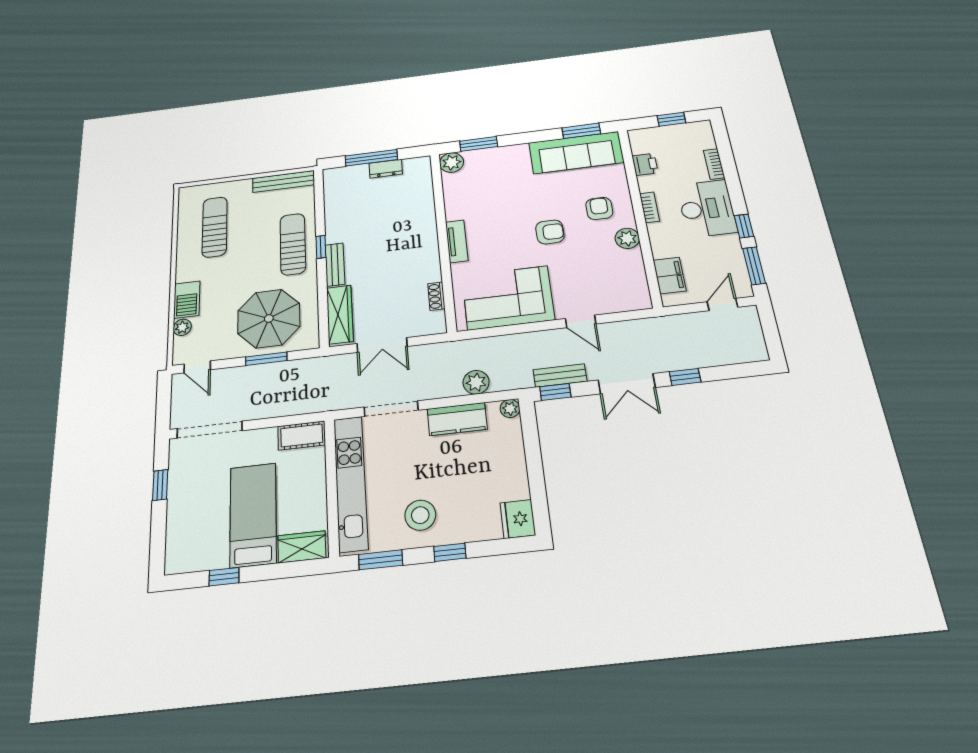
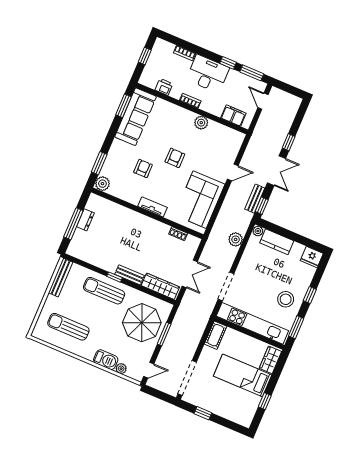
armchair: (599, 209) -> (143, 168), moved, turned 90
kitchen counter: (457, 419) -> (277, 242), moved, turned 90

